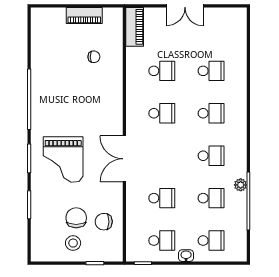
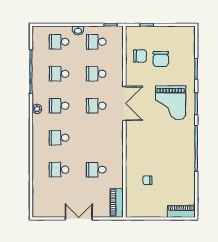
piano: (84, 16) -> (181, 211), moved
school desk: (162, 113) -> (96, 106), moved
grand piano: (63, 160) -> (171, 103), turned 180
plant: (241, 185) -> (37, 109), moved
stool: (73, 243) -> (163, 40), removed

